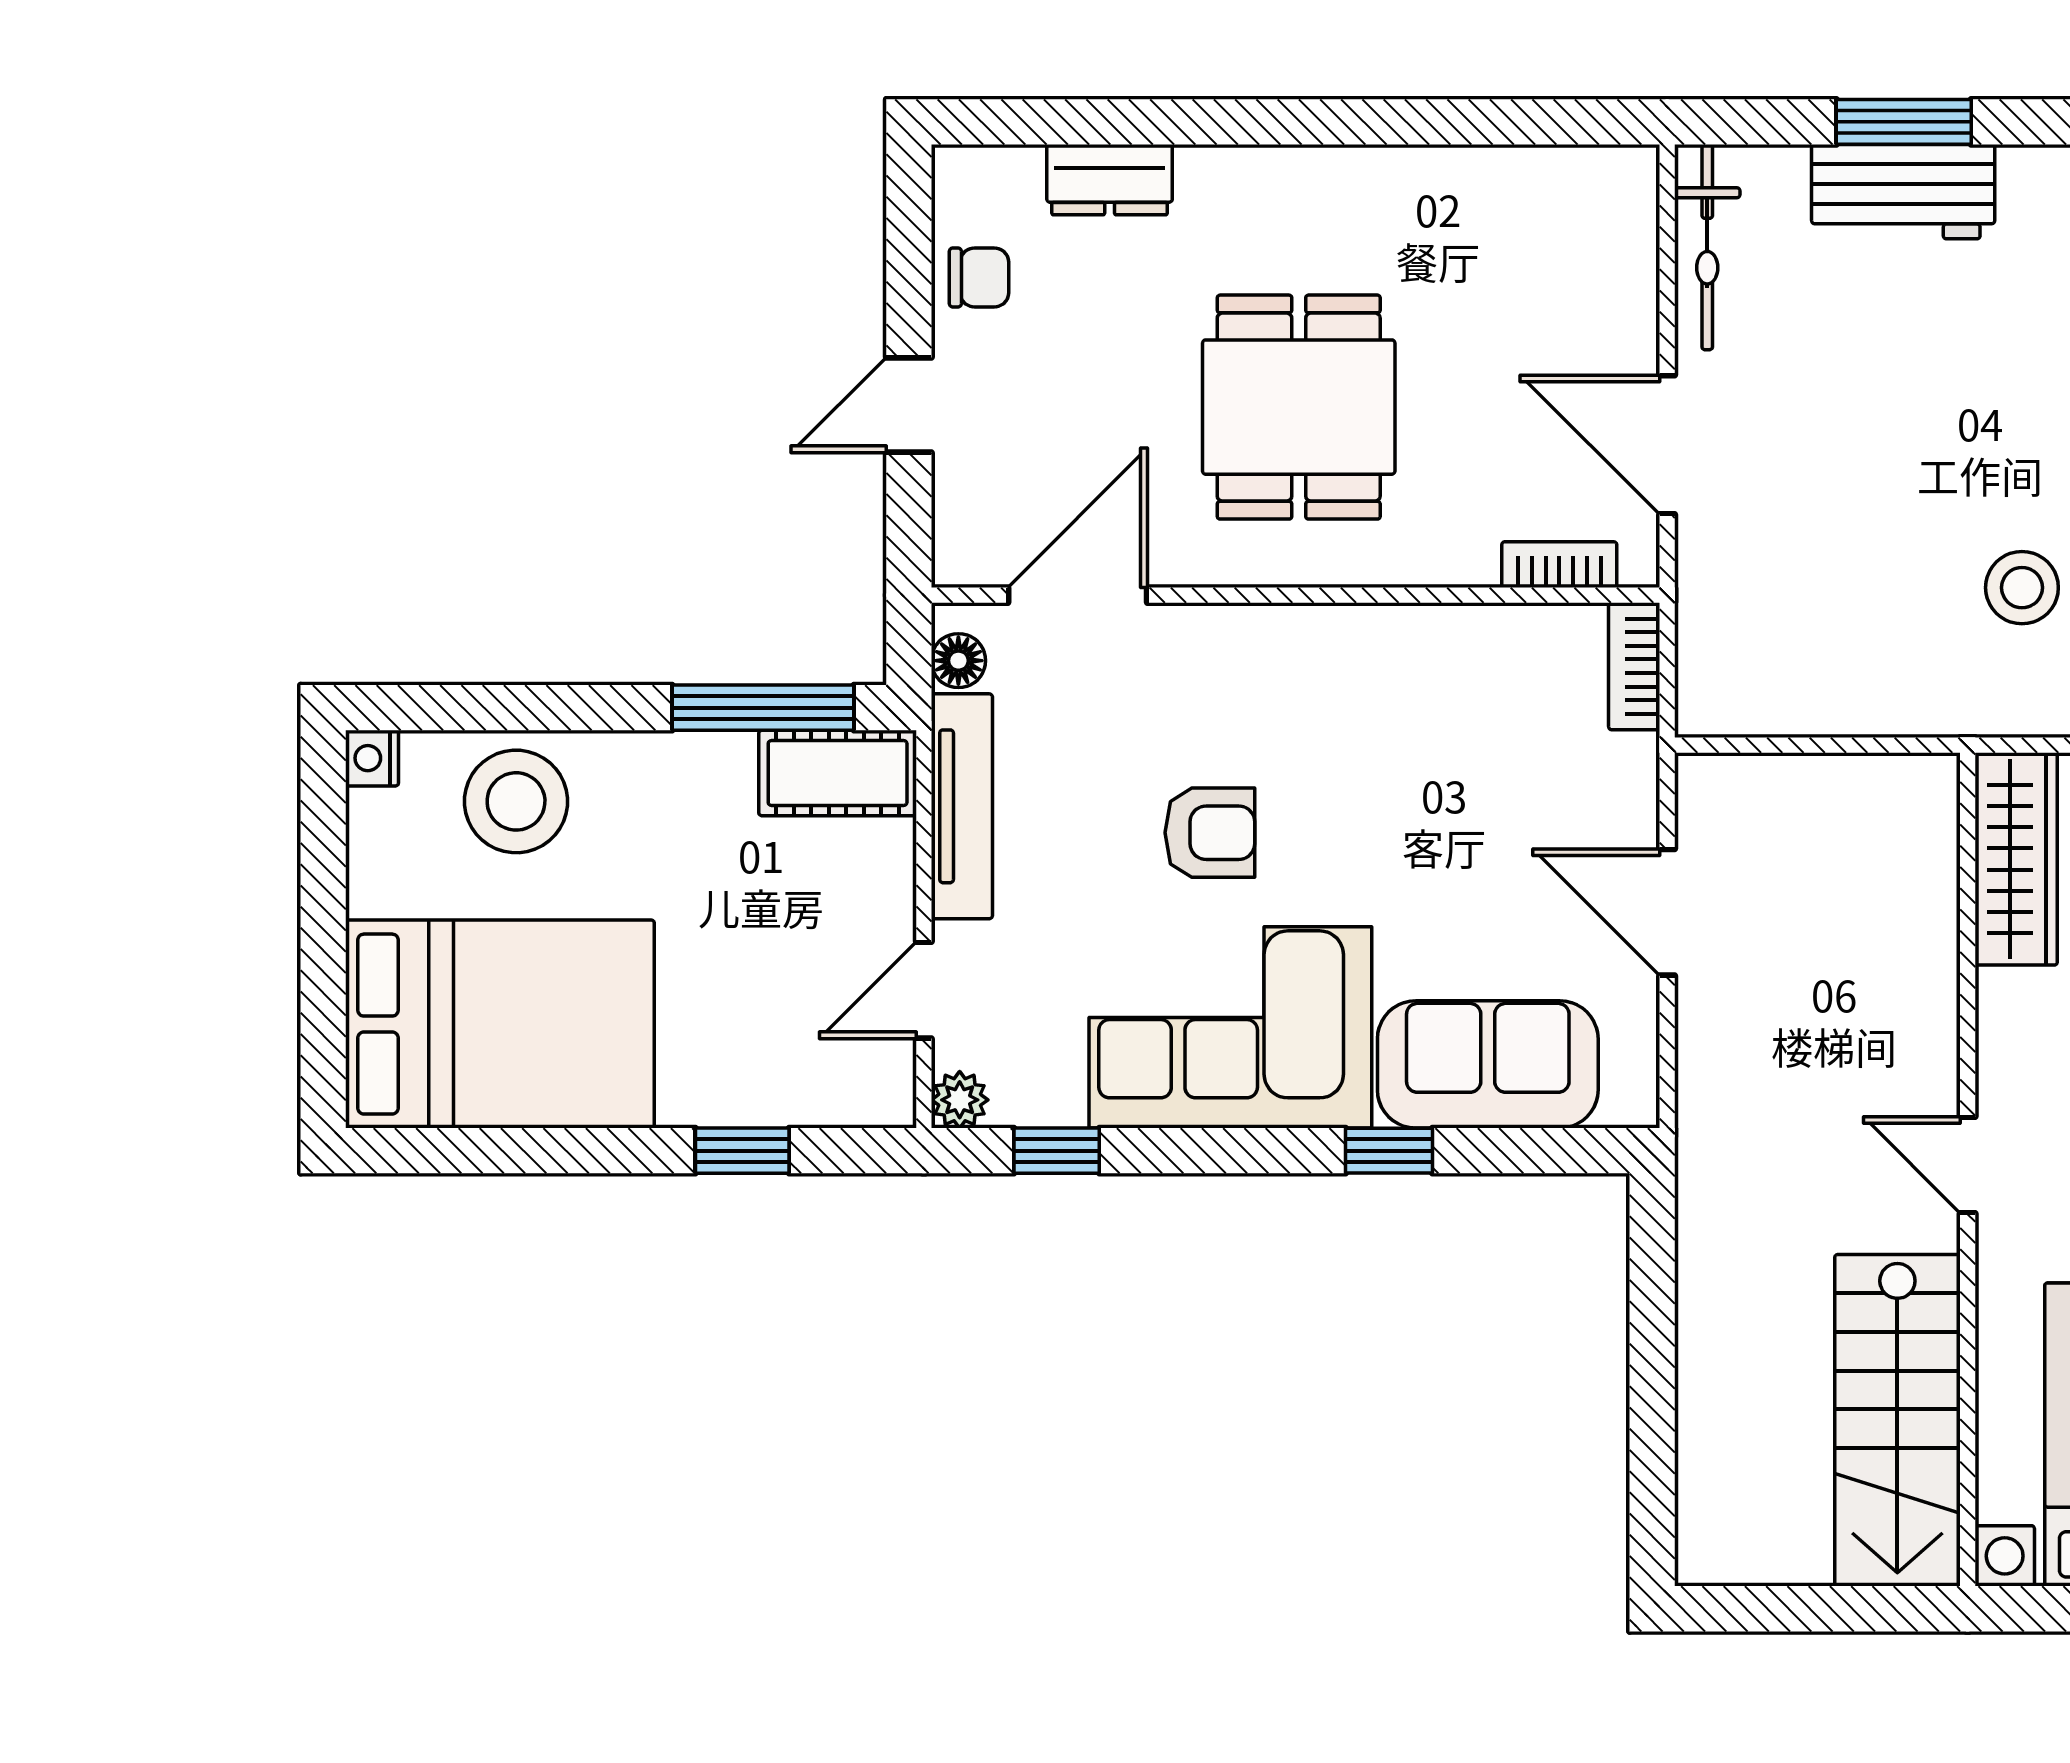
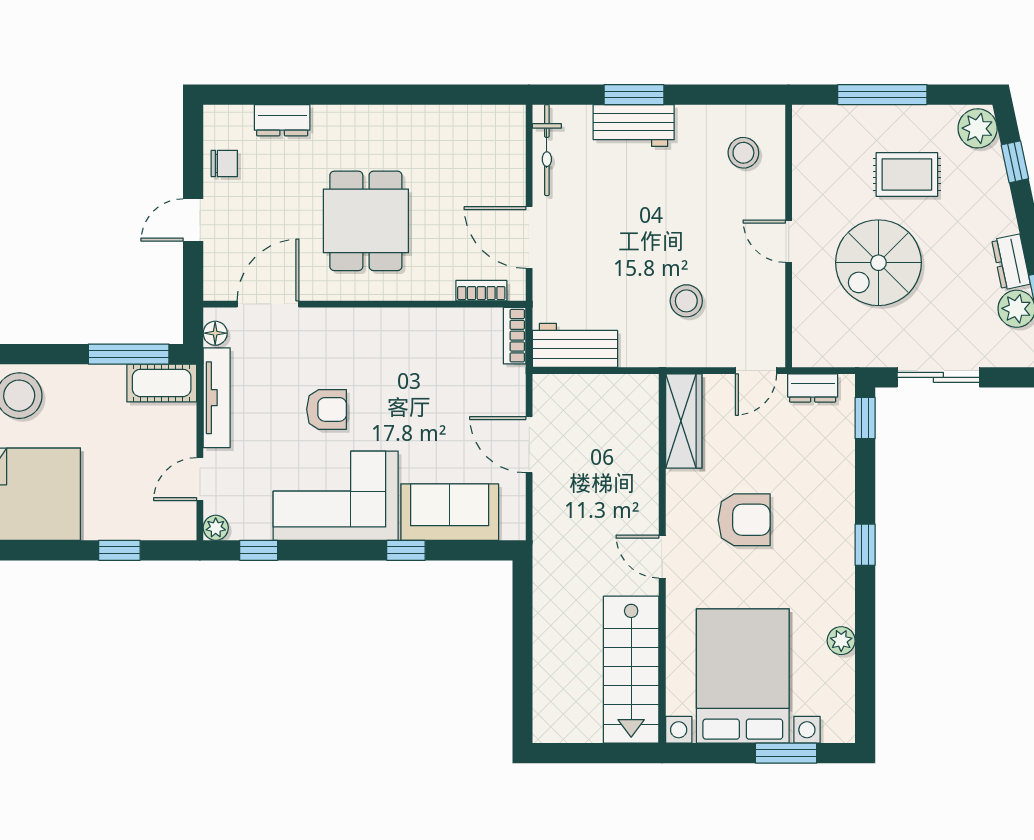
workbench: (1771, 688) -> (575, 345), added

